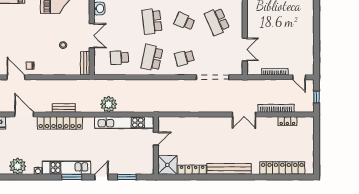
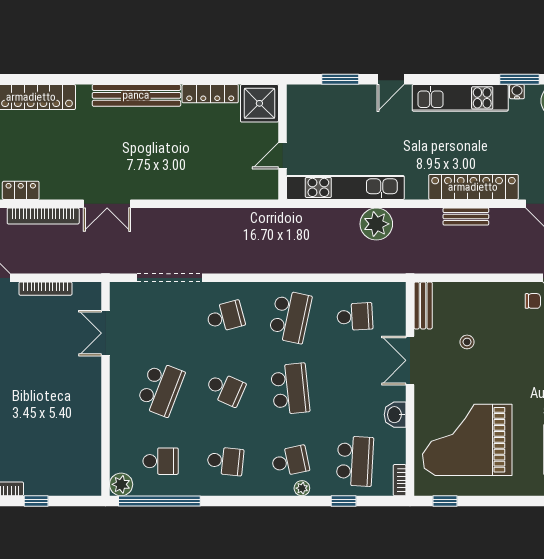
school desk: (217, 21) -> (161, 389), turned 45
double door: (244, 114) -> (107, 204), swing flipped
window: (72, 177) -> (519, 79), moved

